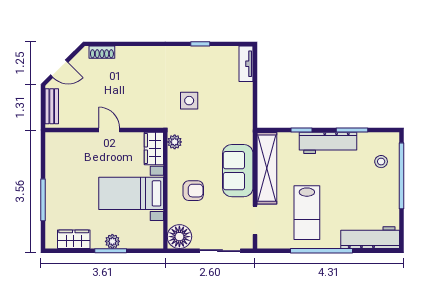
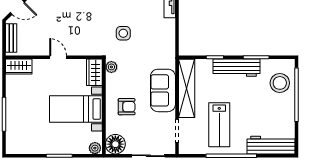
stool: (381, 162) -> (280, 83), width x1.89, depth x1.89
wardrobe: (74, 239) -> (19, 67), moved, turned 180
plant: (112, 241) -> (95, 148), moved

